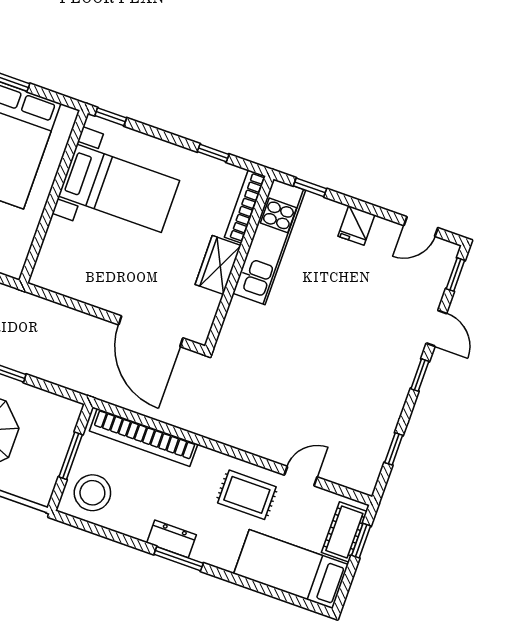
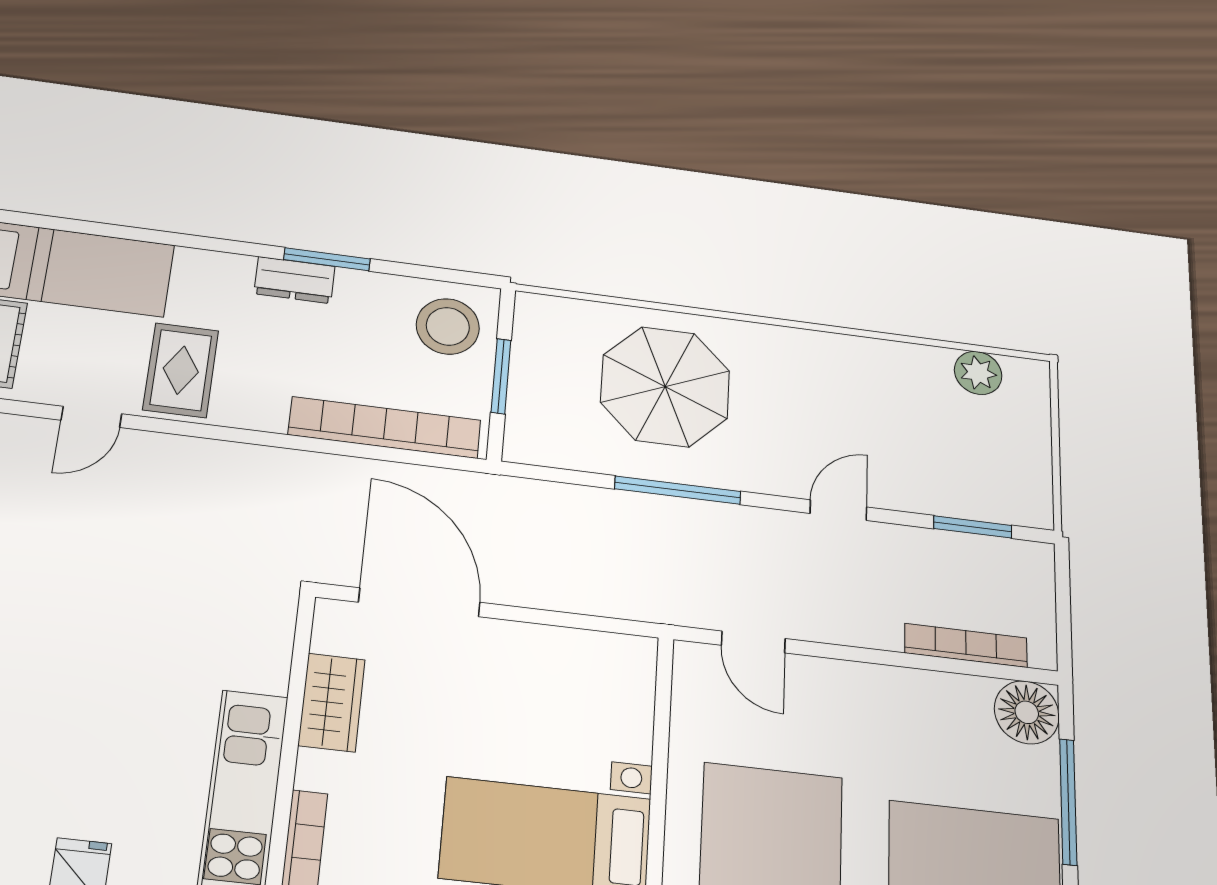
wardrobe: (218, 265) -> (332, 702), moved
rug: (247, 495) -> (181, 370), turned 90
window: (179, 559) -> (327, 259), moved

